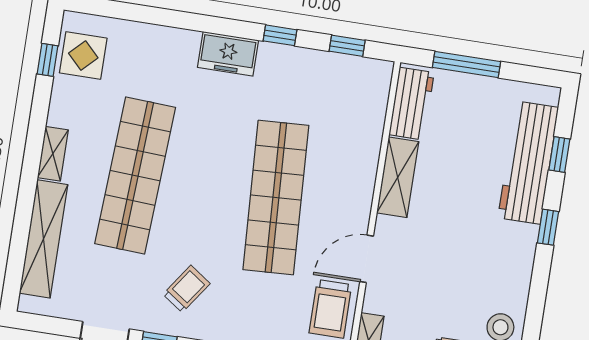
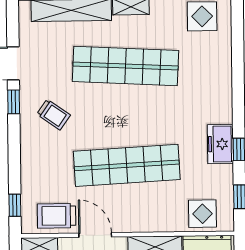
freezer: (228, 54) -> (220, 144), moved
display table: (362, 102) -> (202, 214), added

